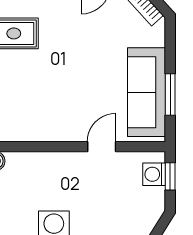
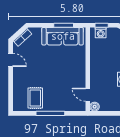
door: (102, 147) -> (88, 95), moved

